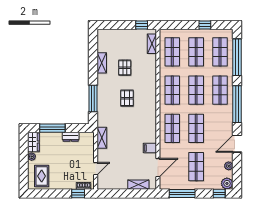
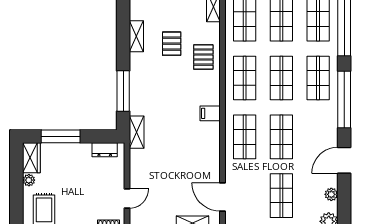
pallet: (127, 98) -> (203, 57), moved
dresser: (71, 137) -> (105, 150), moved
shelving: (102, 138) -> (137, 132), moved
filing cabinet: (150, 148) -> (210, 113), moved
door: (158, 168) -> (223, 197), swing flipped

